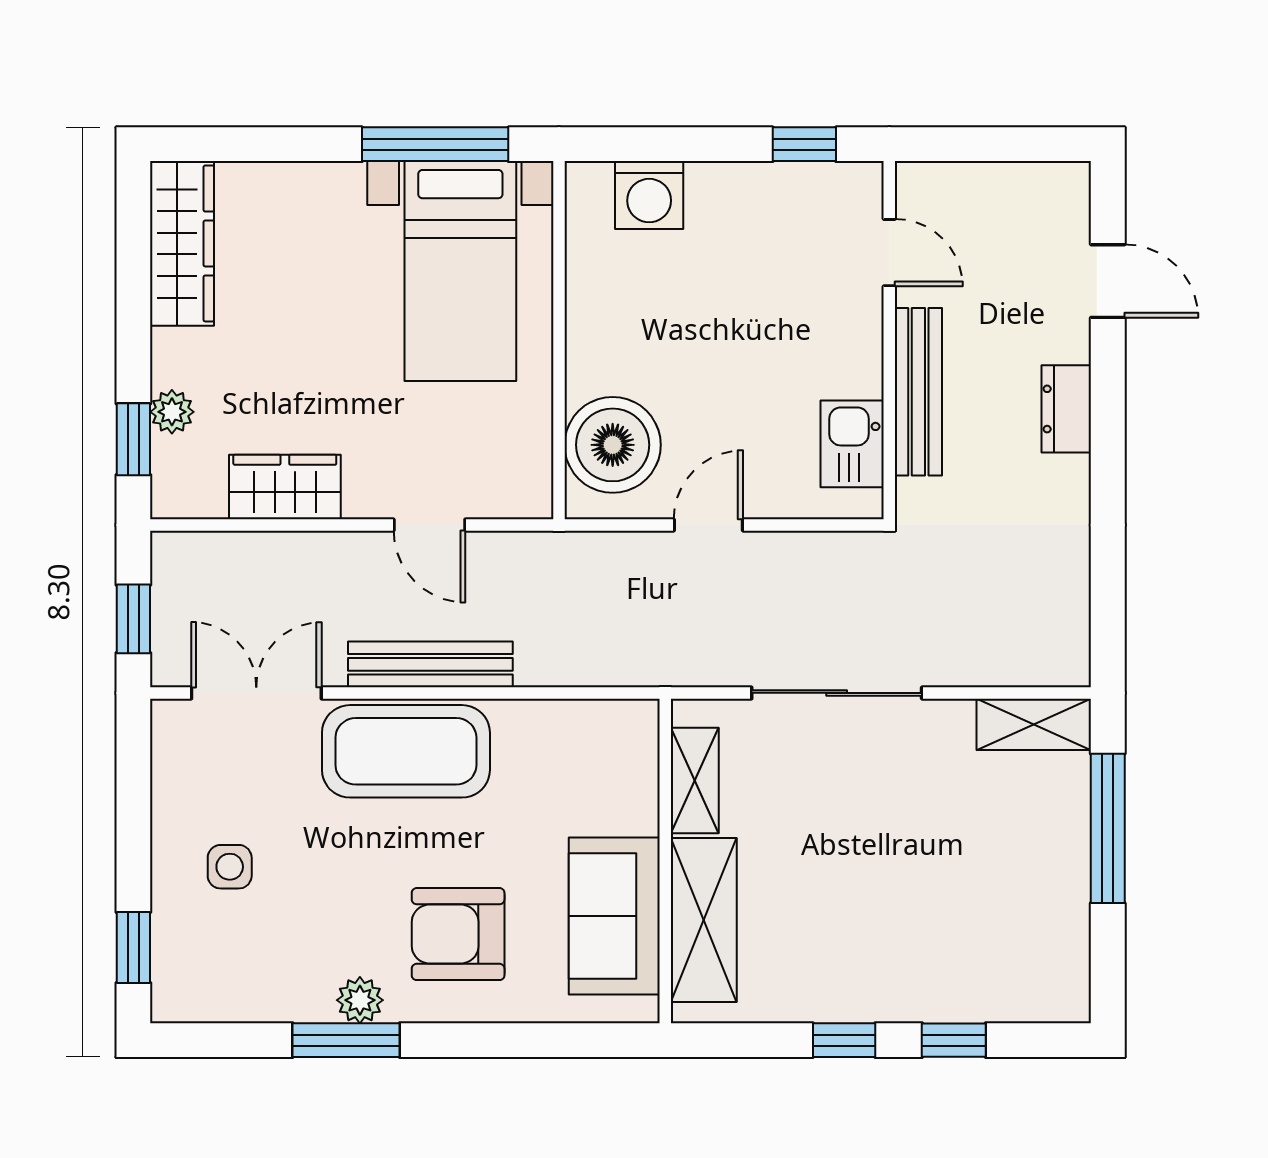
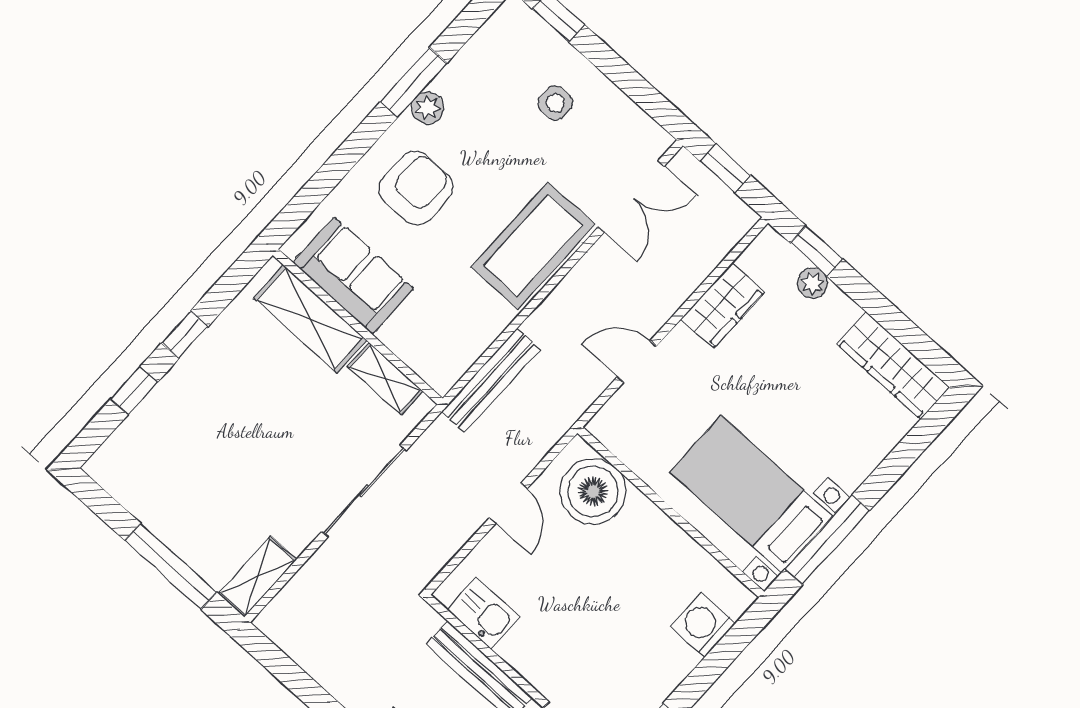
bench: (430, 664) -> (491, 381), moved

